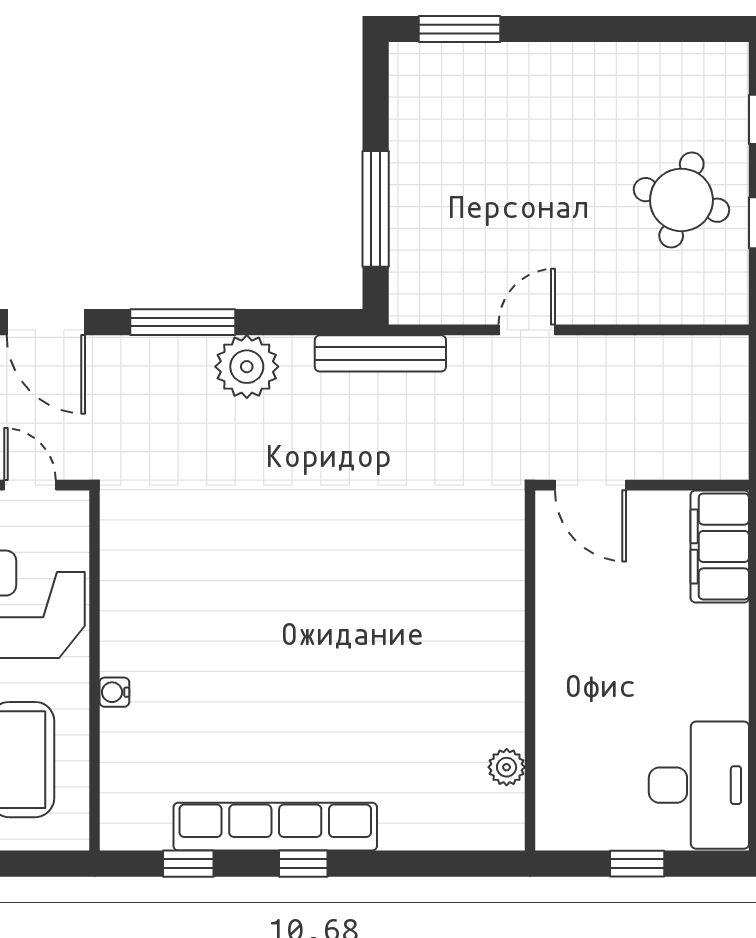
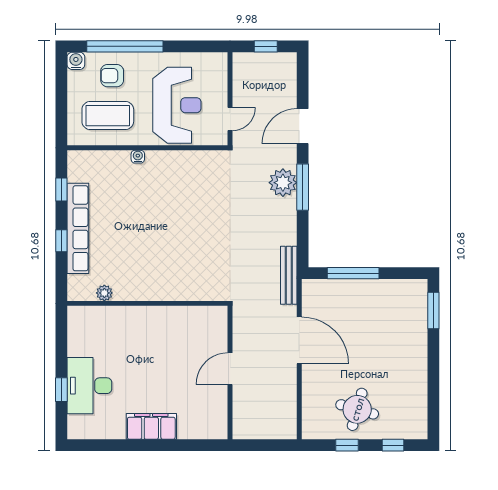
door: (527, 330) -> (299, 340), width x1.87
plant: (247, 367) -> (283, 183), moved
filing cabinet: (720, 546) -> (151, 426), moved
wall: (530, 671) -> (147, 303), moved
plant: (507, 767) -> (104, 293), moved
desk: (699, 785) -> (89, 386), moved, turned 90

